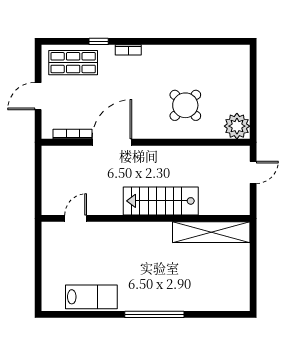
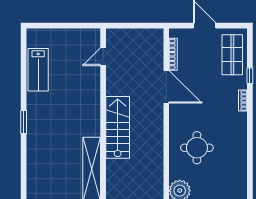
round table: (185, 105) -> (197, 148), turned 45
door: (76, 218) -> (103, 57), swing flipped
window: (154, 314) -> (24, 122), width x0.47

